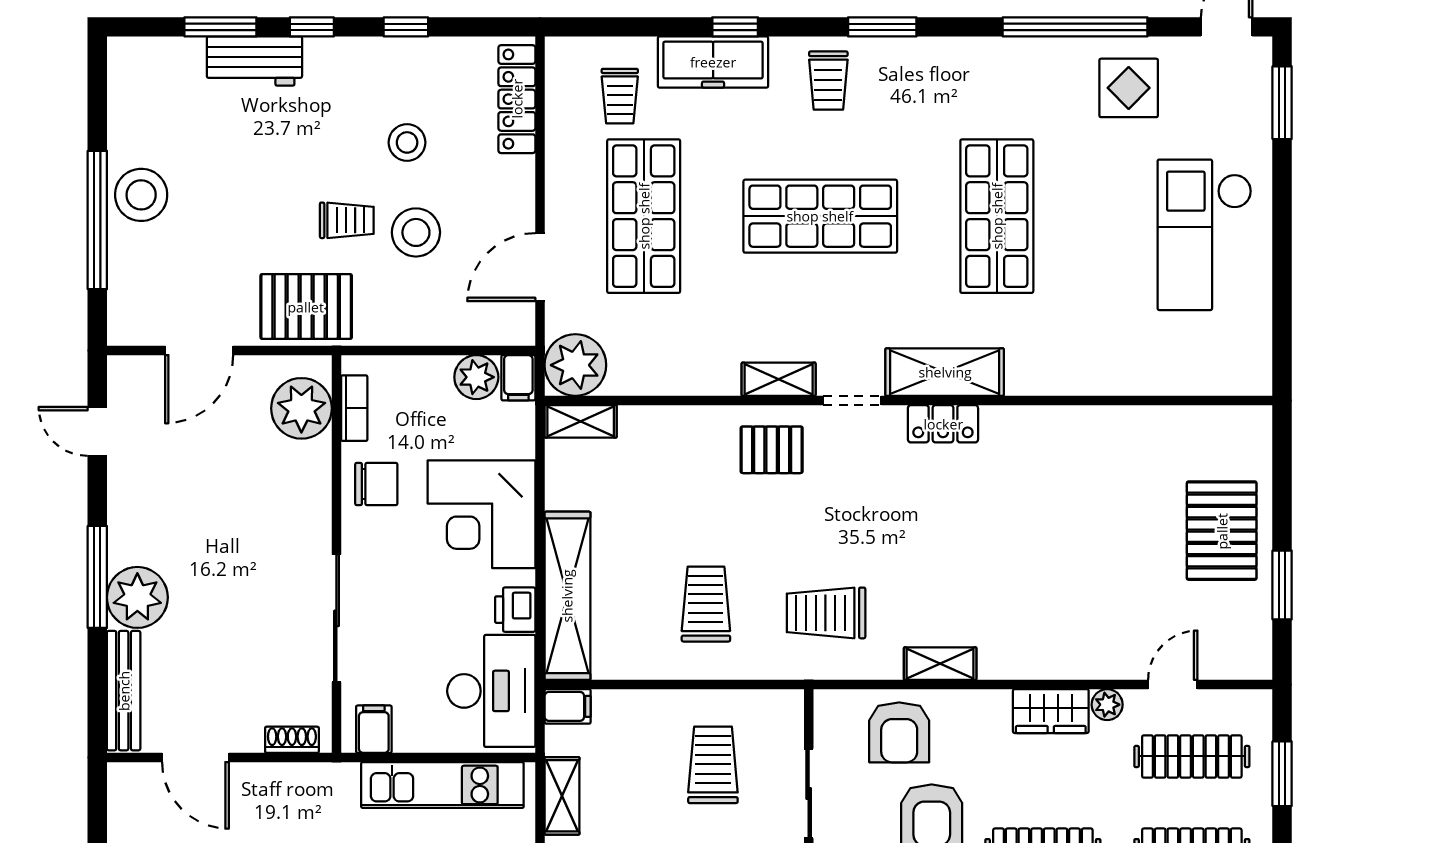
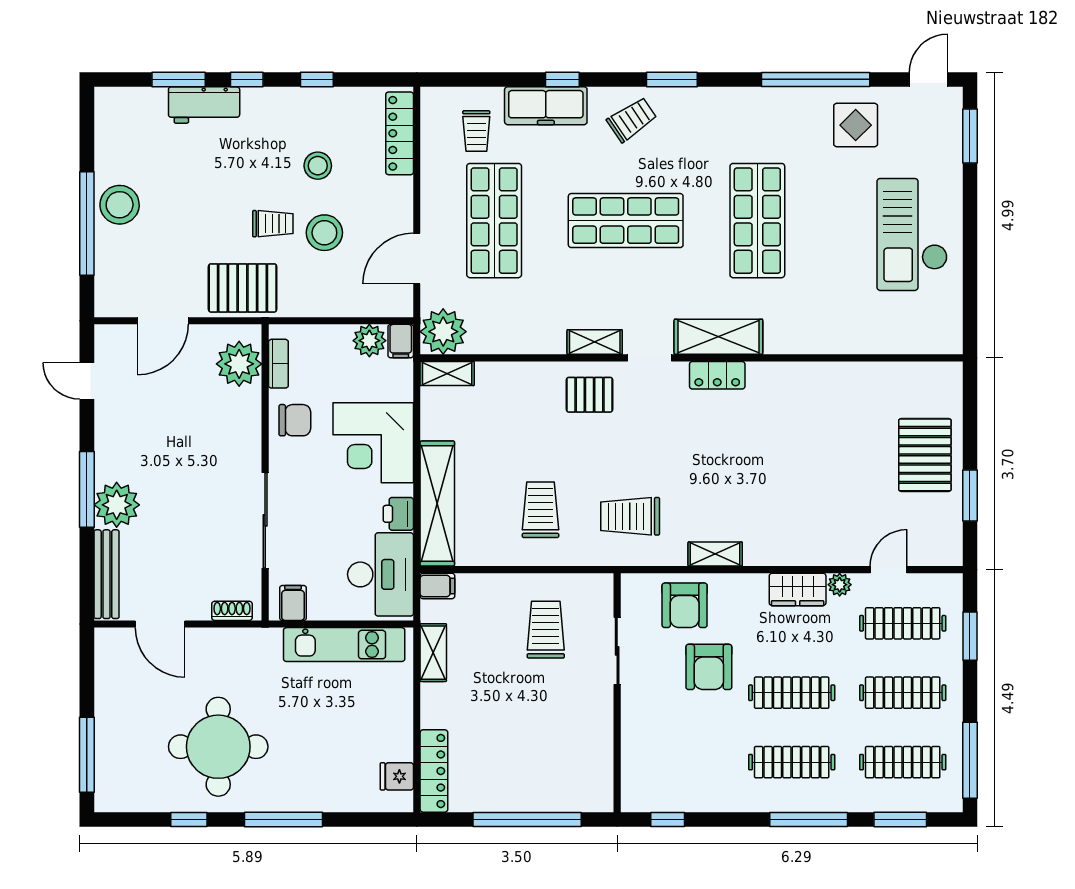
trolley: (828, 81) -> (632, 120), turned -124

